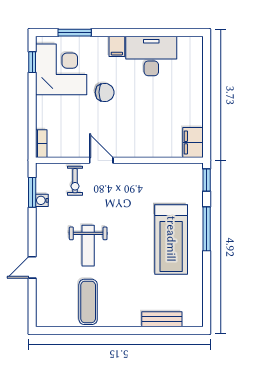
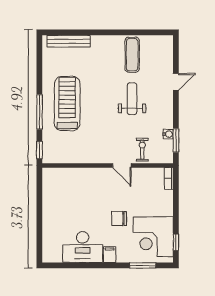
filing cabinet: (193, 143) -> (50, 179), removed
bench: (162, 319) -> (69, 41), width x1.36

